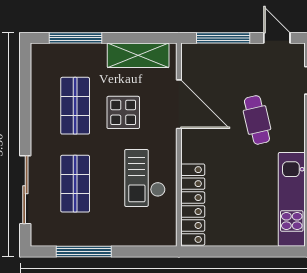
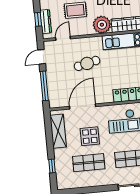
window: (75, 38) -> (52, 166), width x0.46

